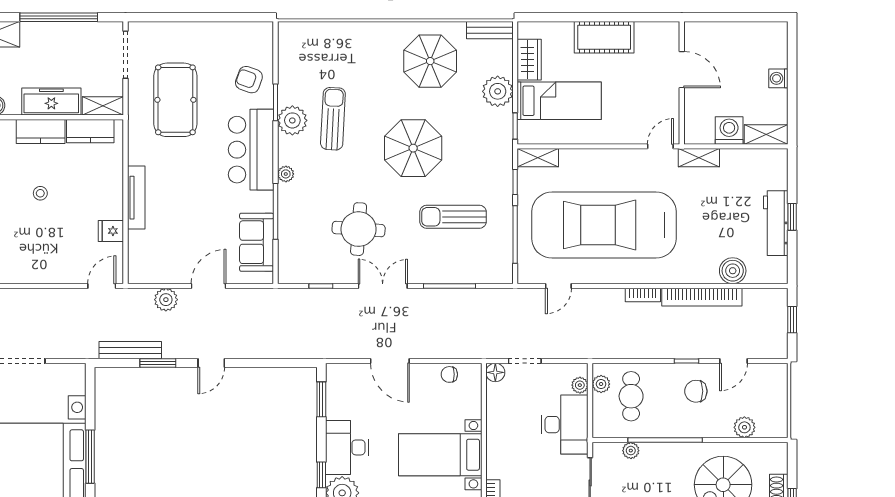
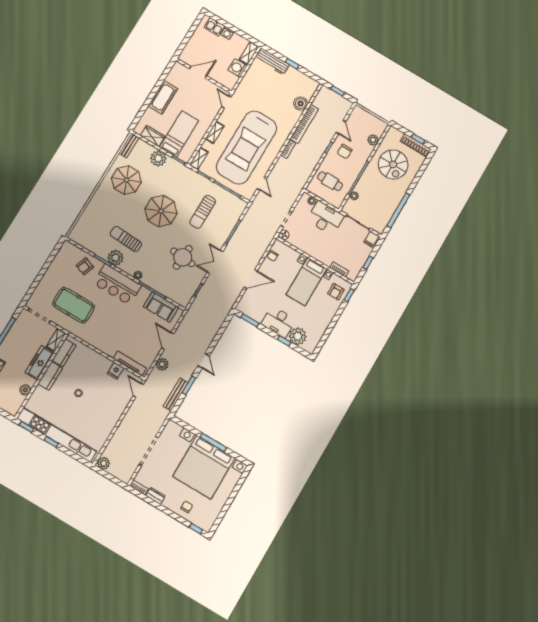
kitchen sink: (776, 51) -> (214, 27), added
shelving: (699, 158) -> (215, 132), moved
tv unit: (136, 198) -> (130, 363), moved
workbench: (776, 223) -> (272, 61), moved
plant: (601, 384) -> (317, 191), removed

